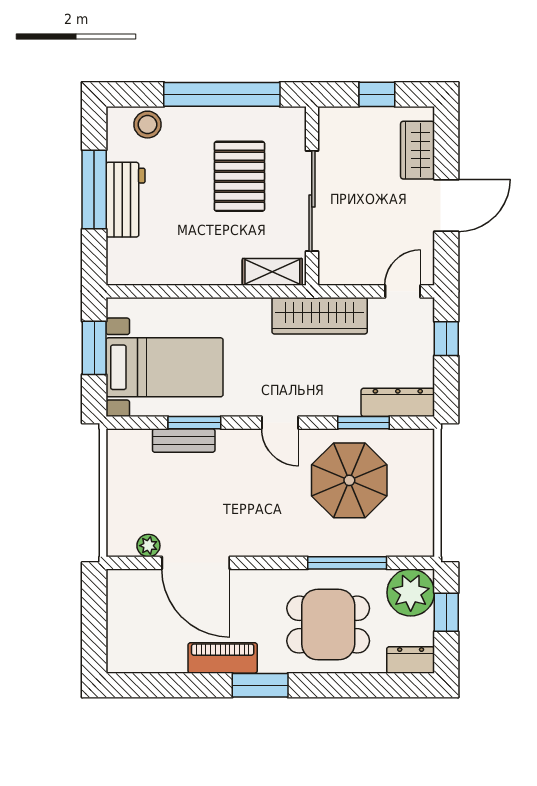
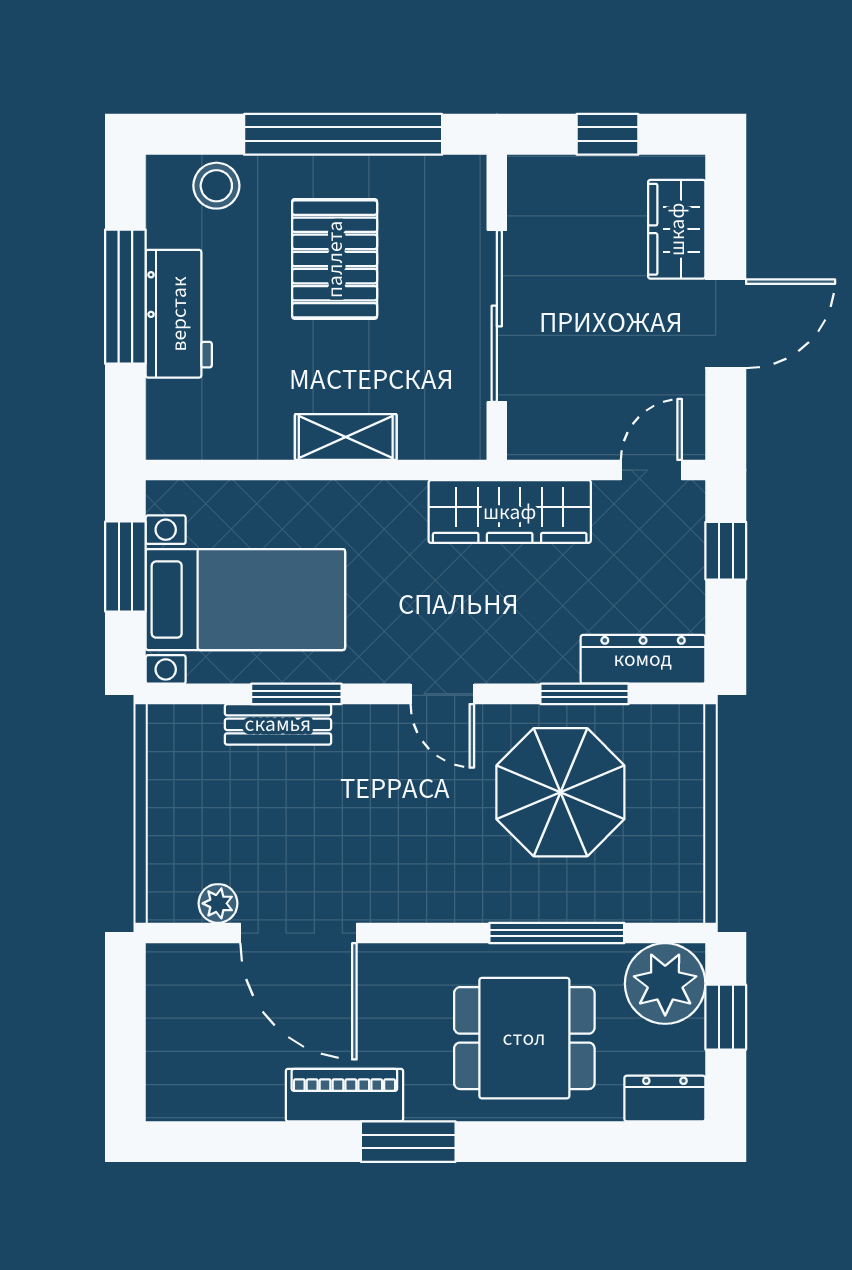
pallet: (239, 176) -> (335, 259), moved
shelving: (272, 272) -> (346, 437), moved

